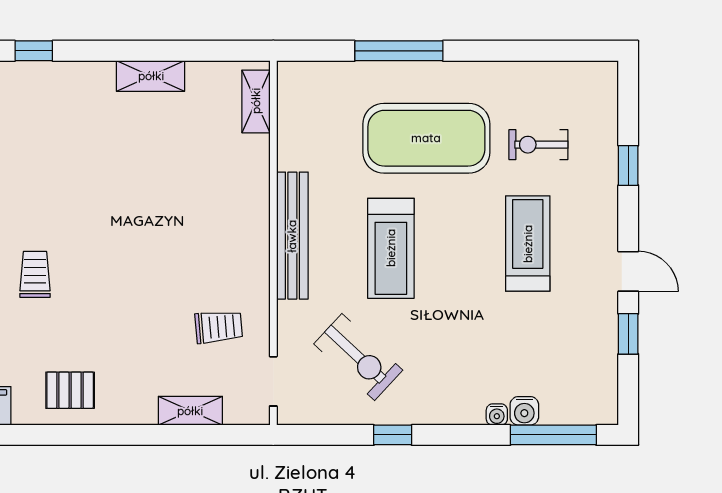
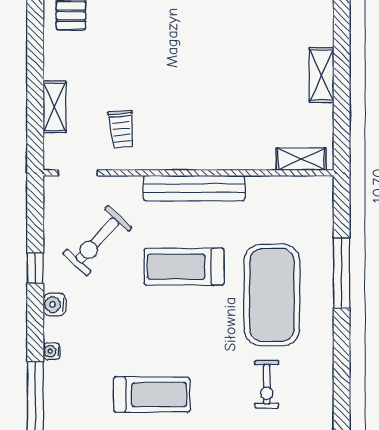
exercise bike: (538, 145) -> (267, 384), turned 180
treadmill: (528, 244) -> (152, 395), moved
water cooler: (524, 411) -> (54, 305), moved

